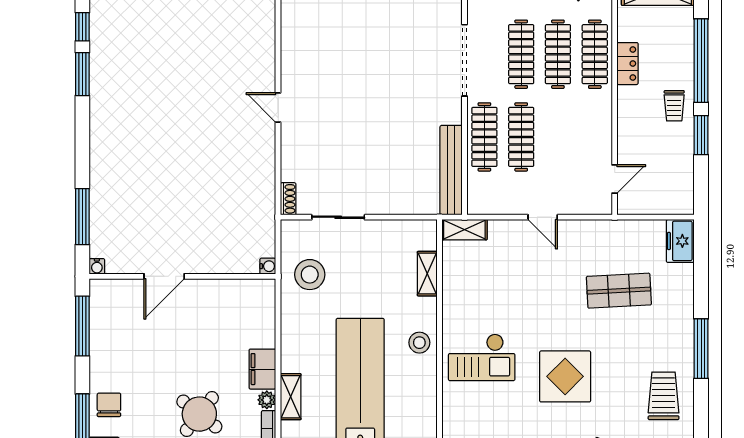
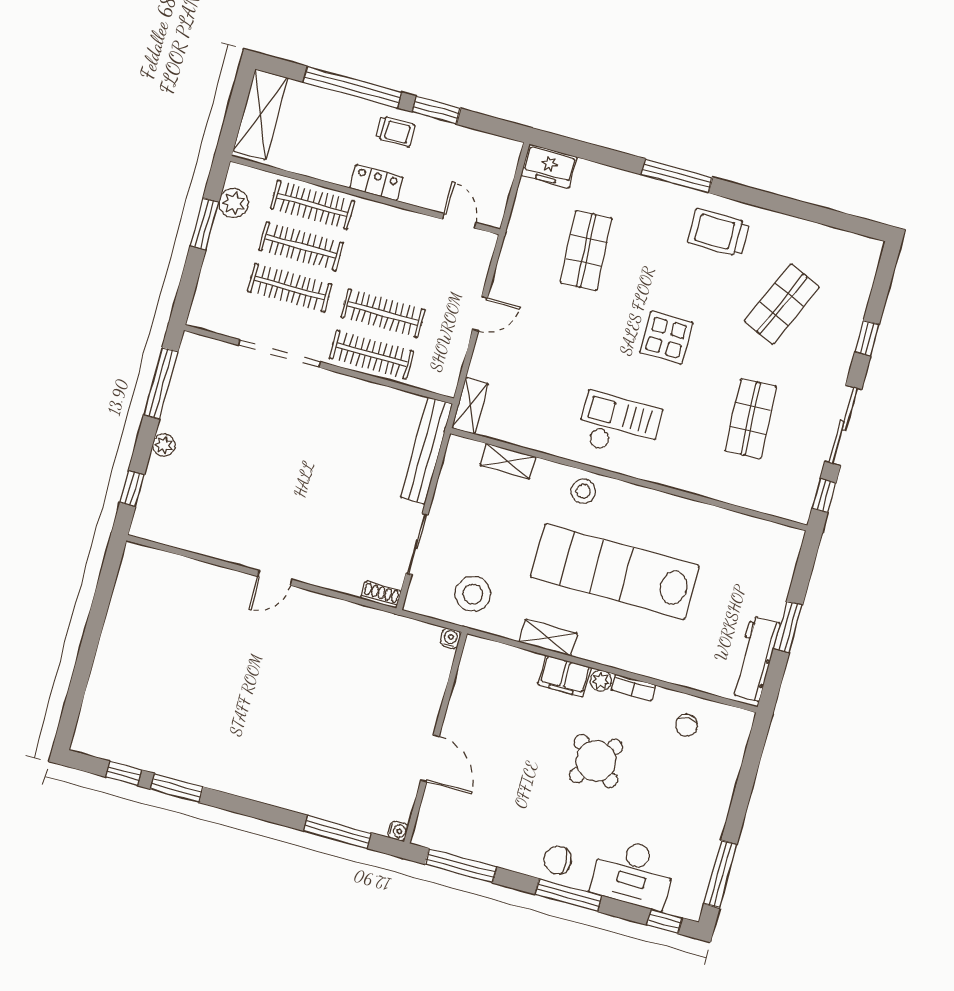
locker: (628, 64) -> (376, 183), moved
bench: (451, 170) -> (426, 451), moved, turned 90
checkout: (482, 357) -> (619, 426), turned -90
display table: (565, 376) -> (666, 338), width x0.73, depth x0.73
shelving: (291, 397) -> (548, 638), moved

